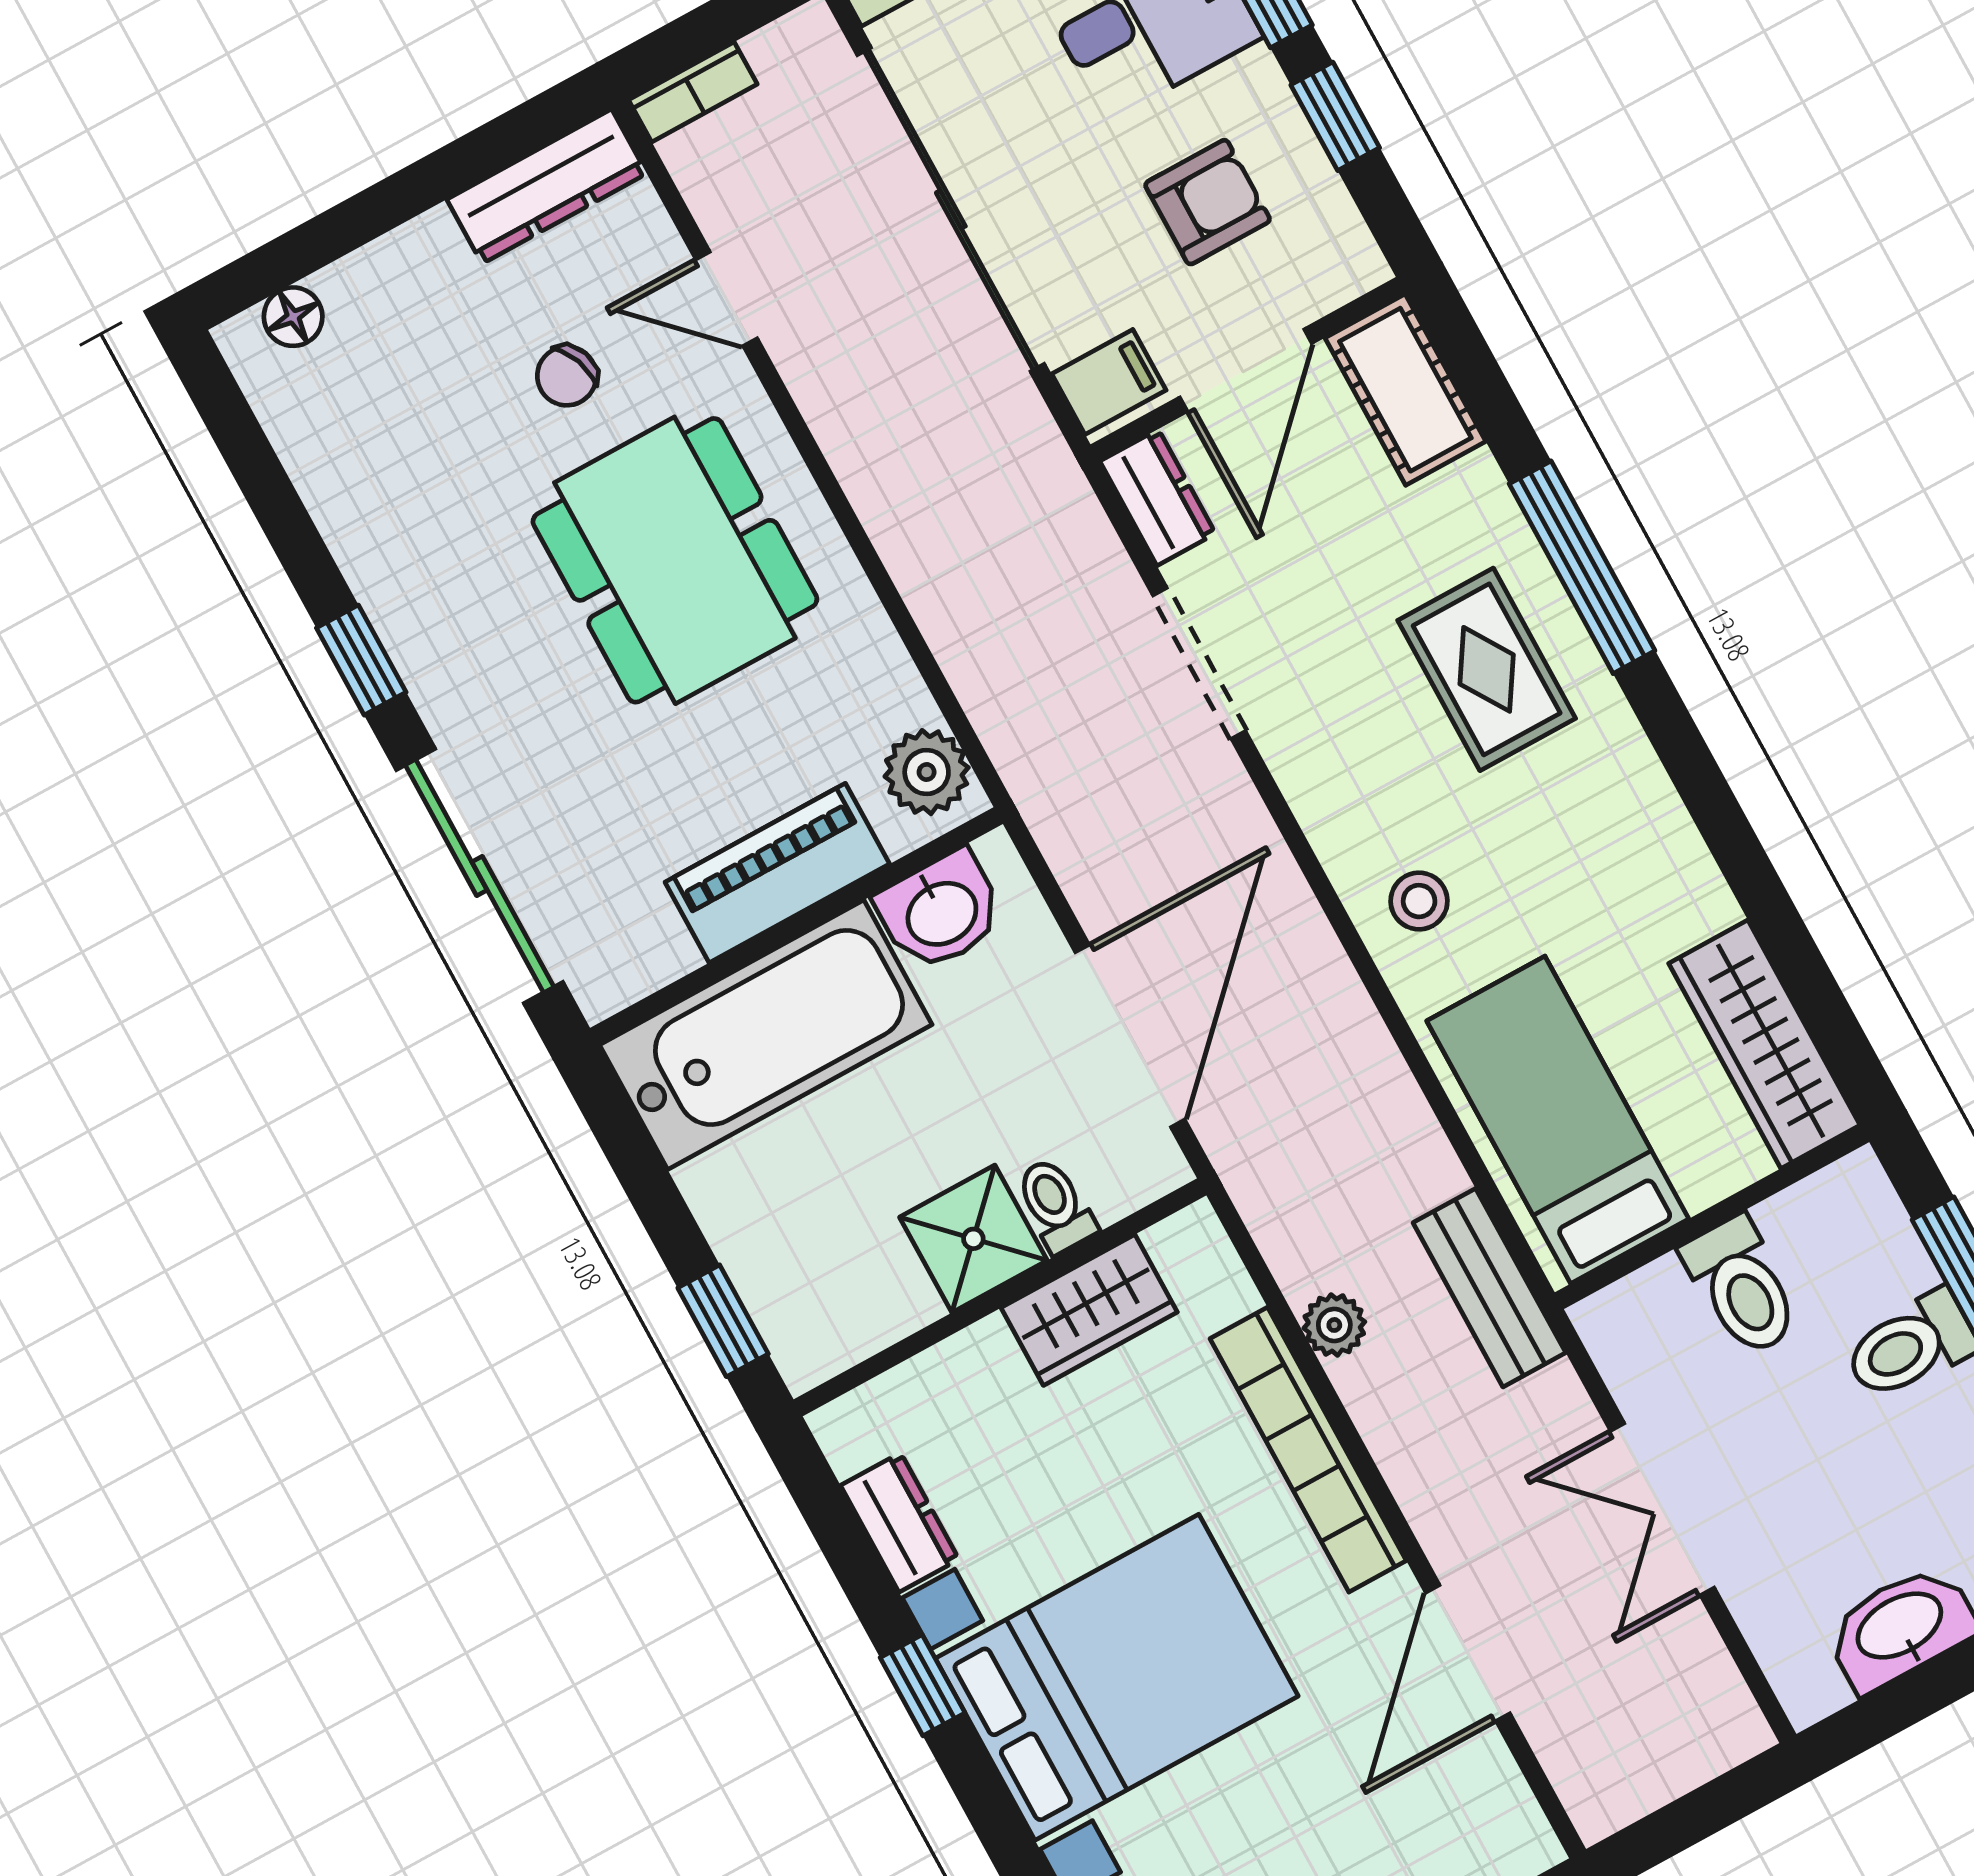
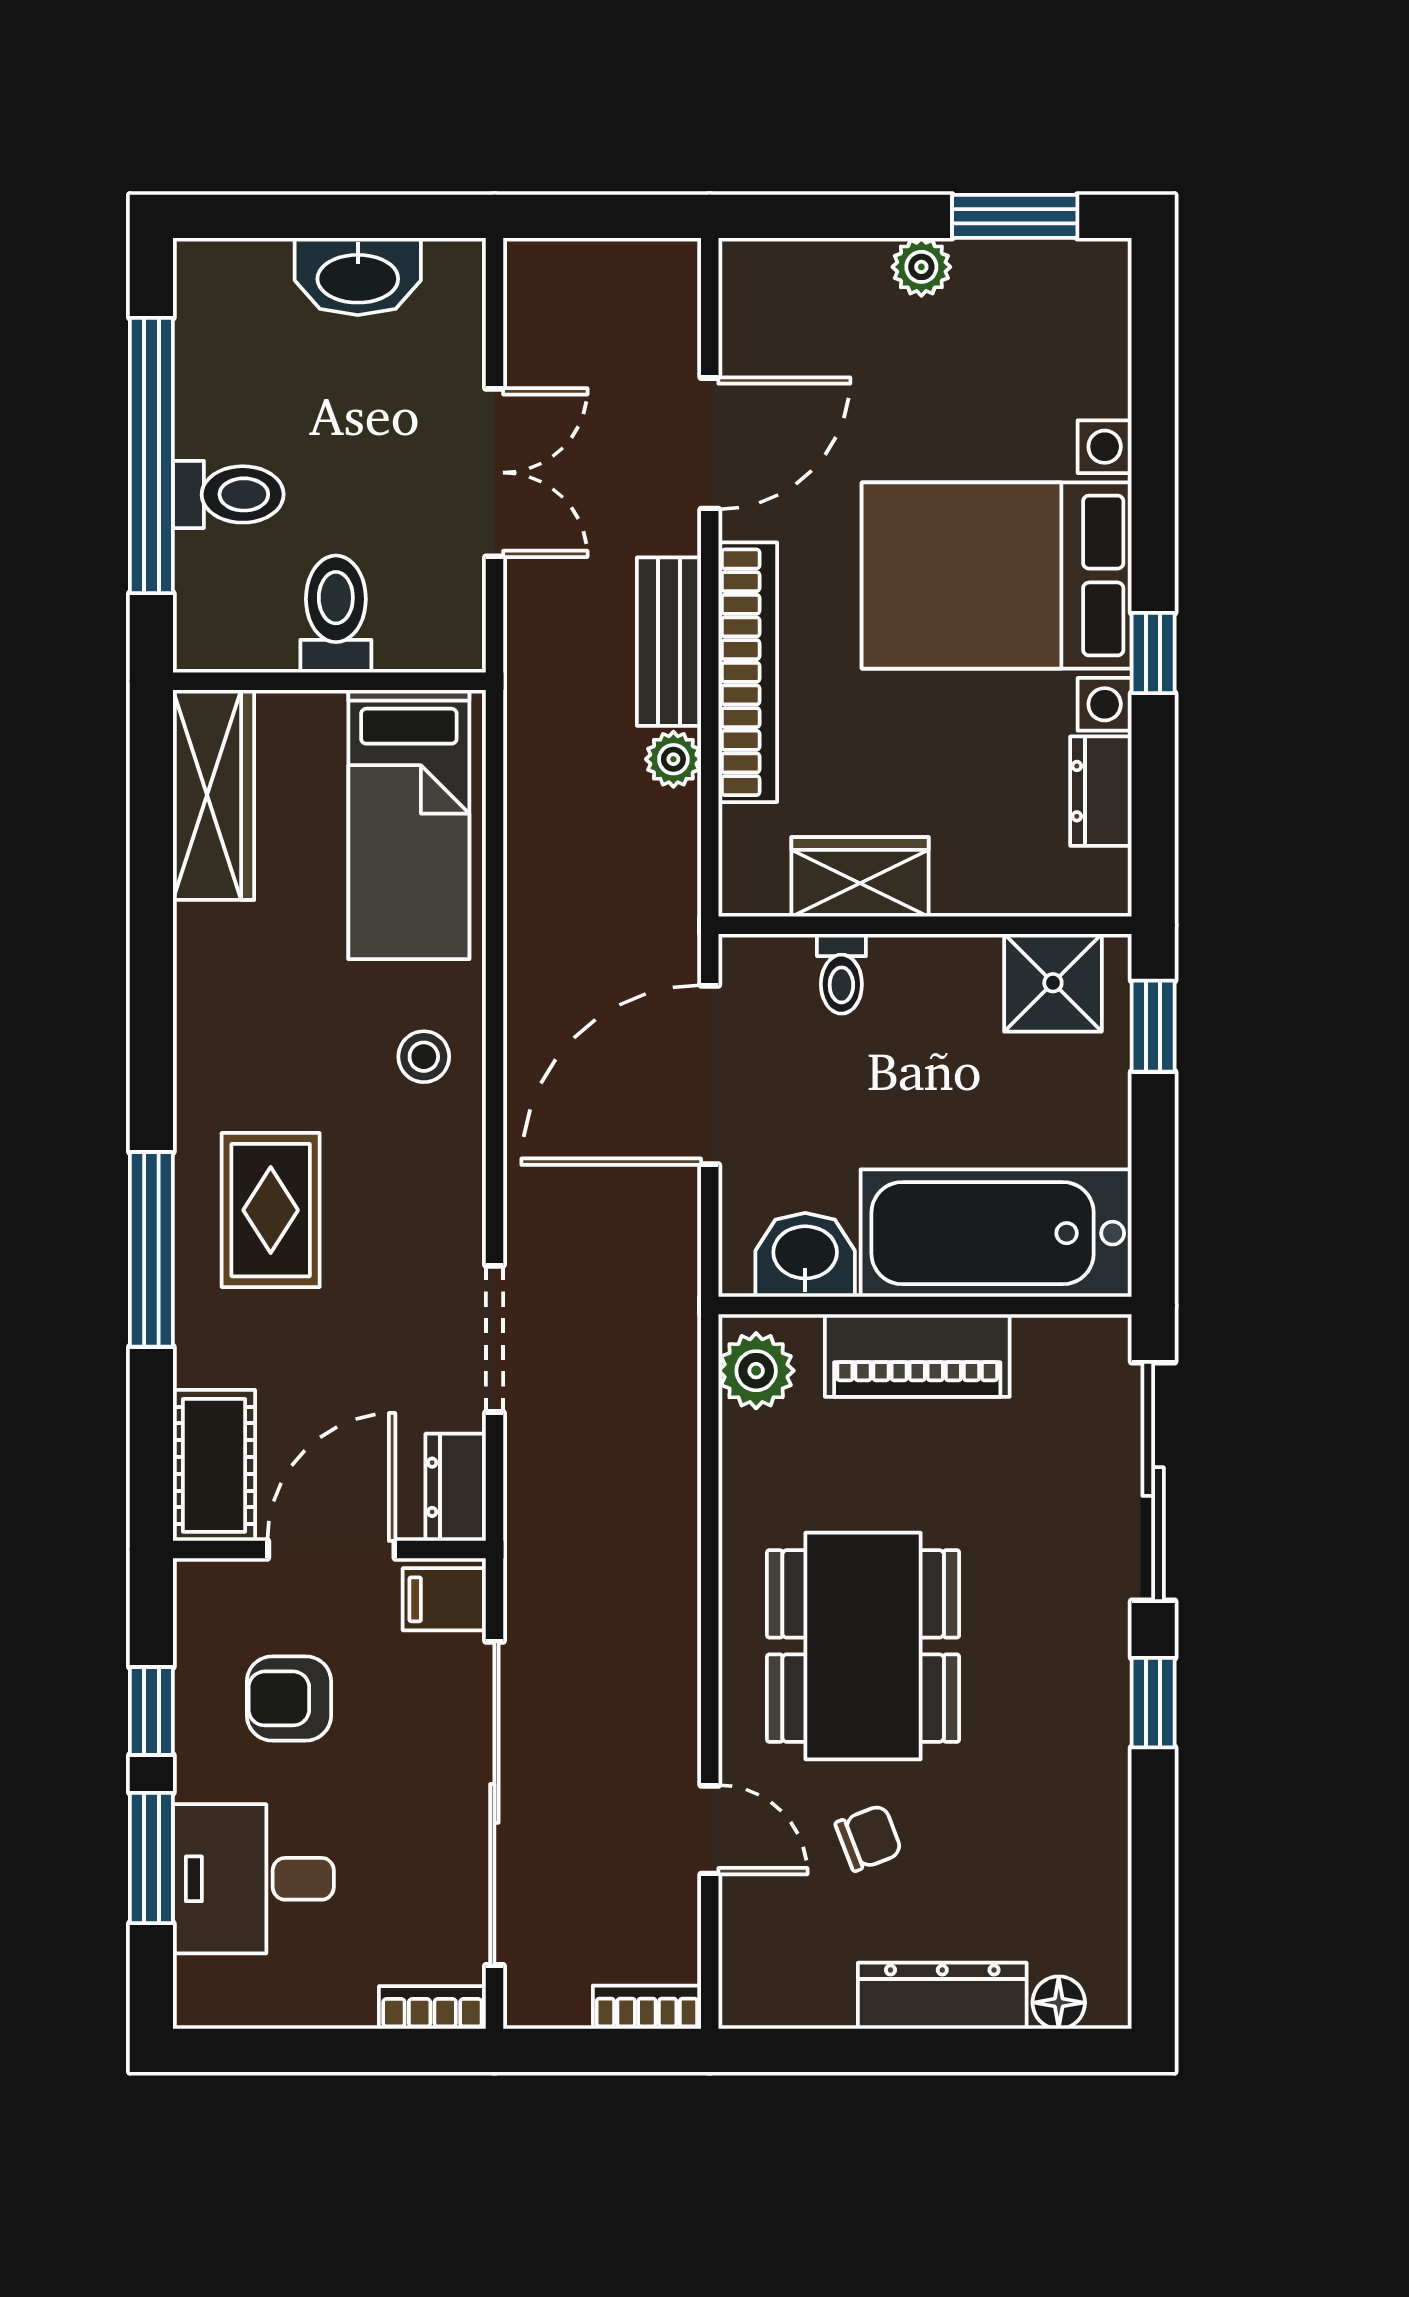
dresser: (547, 186) -> (942, 1996), moved
shower: (973, 1239) -> (1053, 983), moved
bench: (1489, 1288) -> (669, 642), moved

